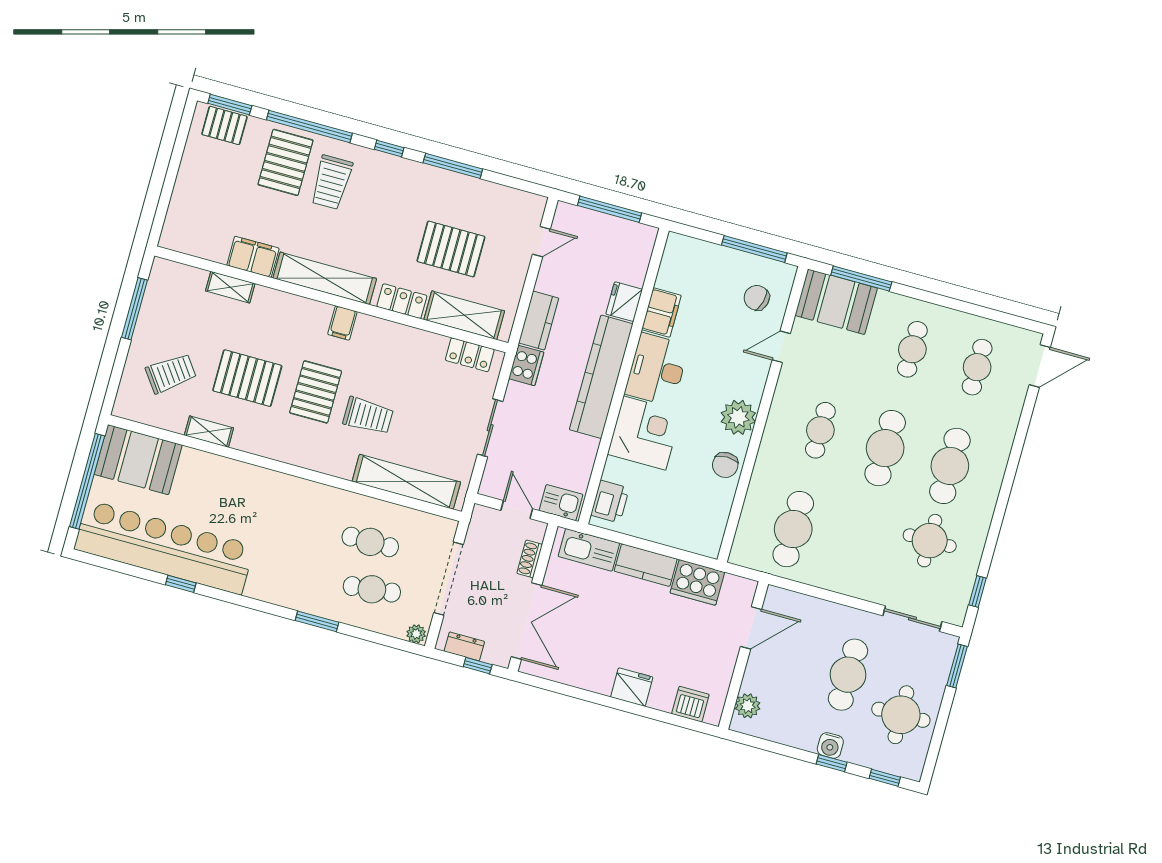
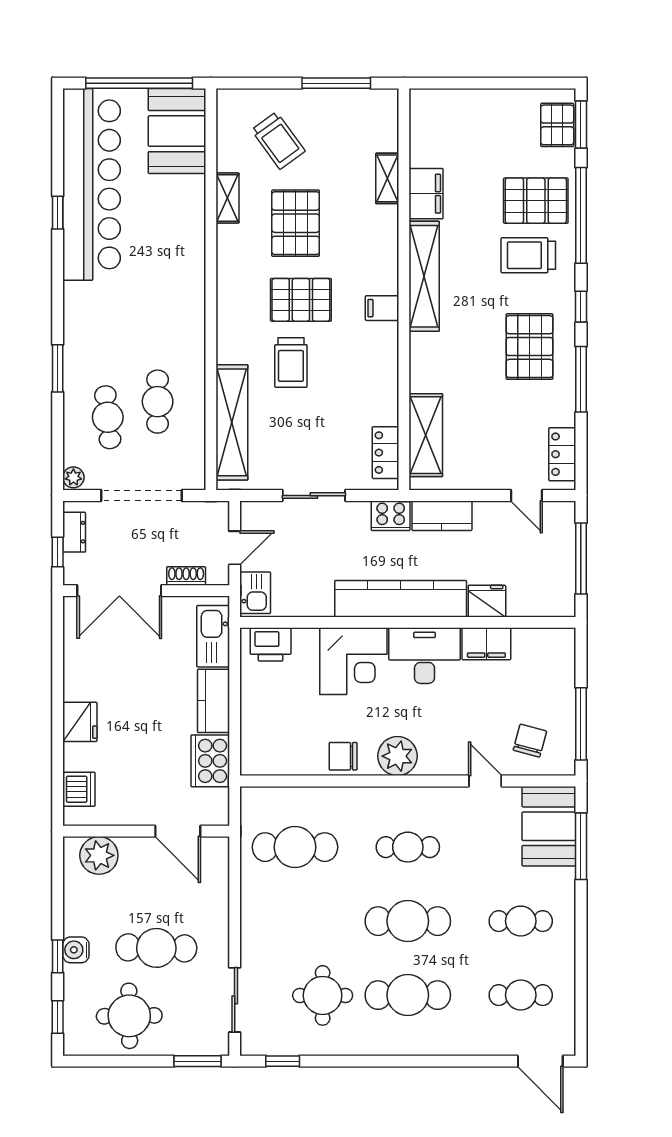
pallet: (451, 249) -> (529, 347), moved
locker: (402, 301) -> (562, 454), moved, turned 180
plant: (748, 706) -> (99, 855), width x1.36, depth x1.36

